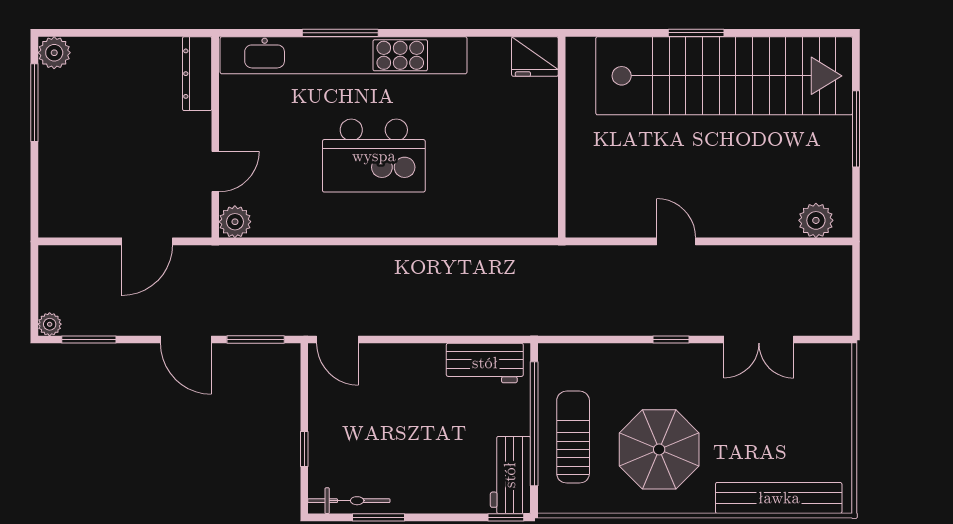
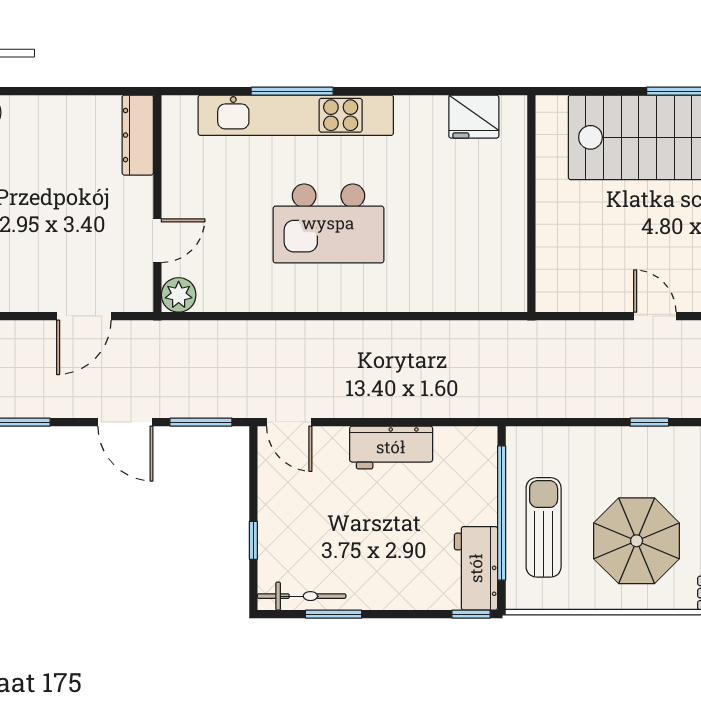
kitchen unit: (344, 55) -> (296, 115), width x0.73
fridge: (535, 57) -> (474, 117), moved
workbench: (485, 363) -> (391, 447), moved

